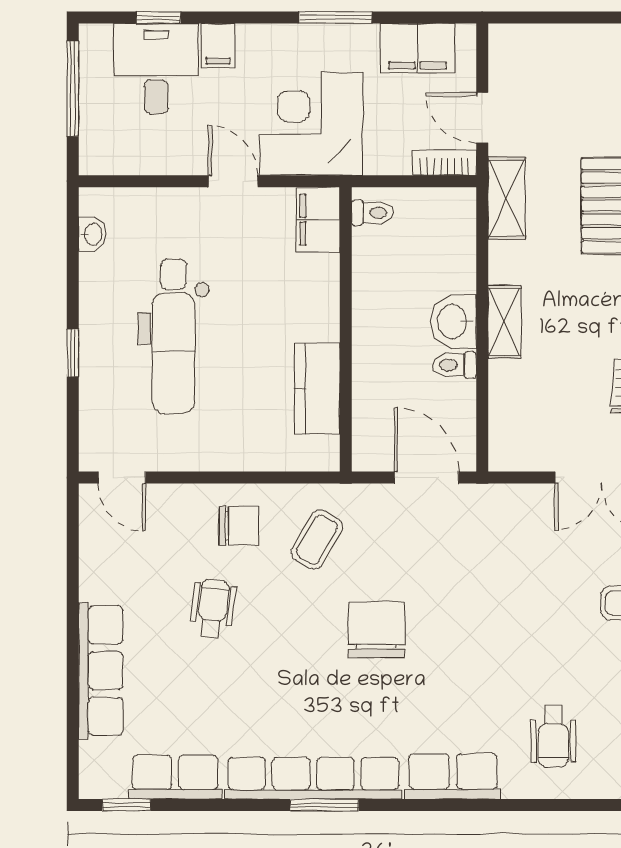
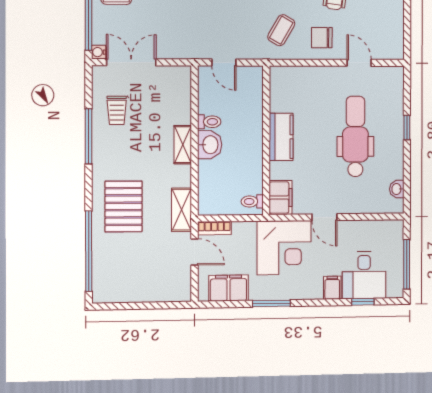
kitchen counter: (317, 389) -> (281, 137), moved
door: (122, 478) -> (359, 63), moved
door: (426, 478) -> (224, 62), width x0.73

